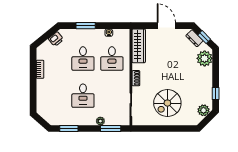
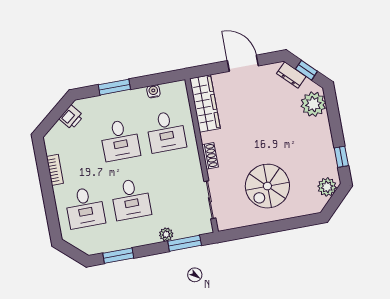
desk: (54, 96) -> (85, 208), added

